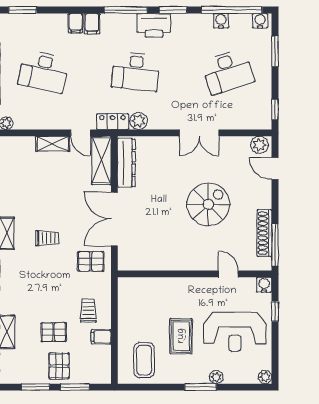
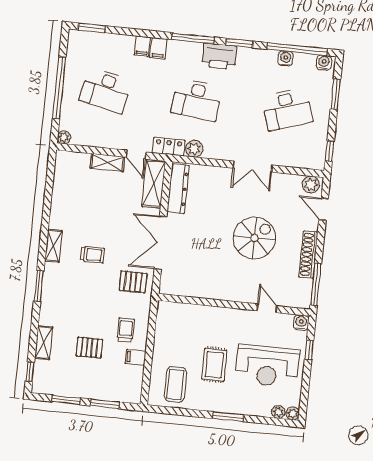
shoe rack: (264, 233) -> (308, 255), moved
pallet: (59, 366) -> (91, 382), removed
plant: (216, 377) -> (278, 412), moved

